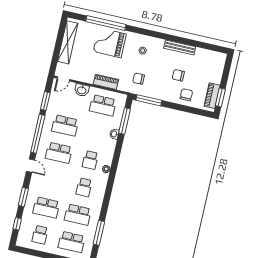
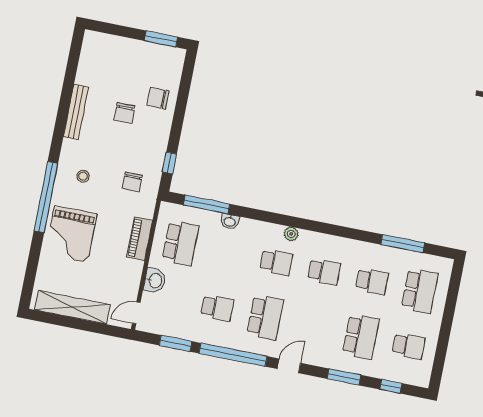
window: (106, 23) -> (46, 197), moved
door: (63, 79) -> (136, 313), swing flipped
piano: (212, 96) -> (158, 53), removed
window: (149, 100) -> (169, 163), width x0.46
school desk: (65, 125) -> (217, 308), width x0.54
school desk: (78, 215) -> (372, 281), width x0.54

